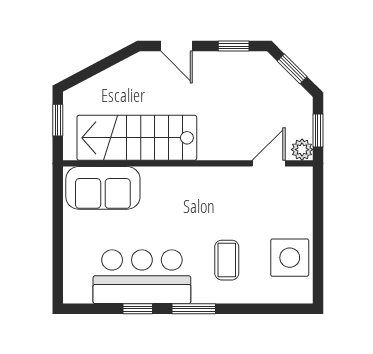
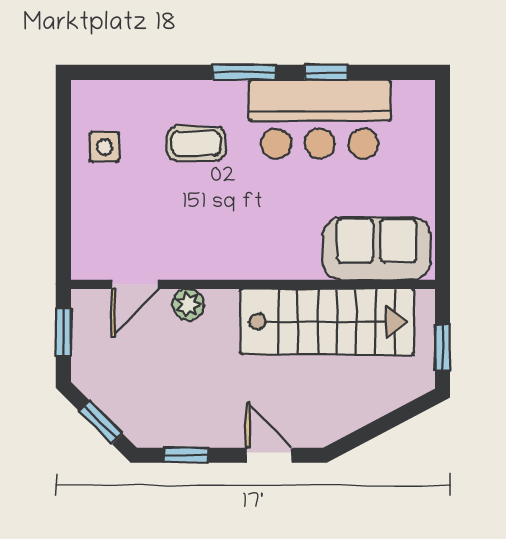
plant: (302, 150) -> (188, 305), moved
side table: (290, 258) -> (104, 147), width x0.54, depth x0.54
coffee table: (227, 260) -> (196, 143), turned 90

